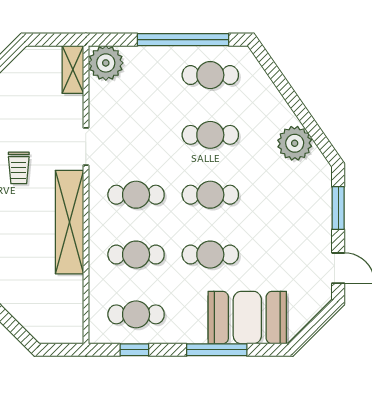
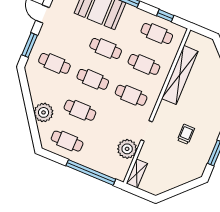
window: (183, 40) -> (91, 172), moved
plant: (106, 63) -> (127, 149), moved
plant: (295, 143) -> (44, 112), moved
cafe table: (285, 195) -> (54, 63), added
shelving: (69, 222) -> (180, 75), moved

